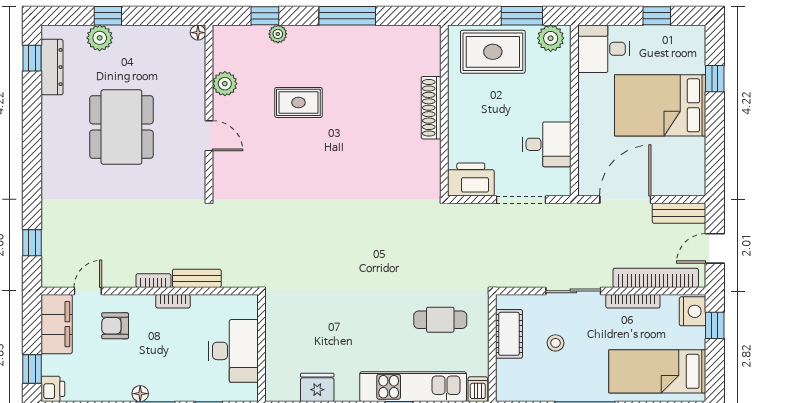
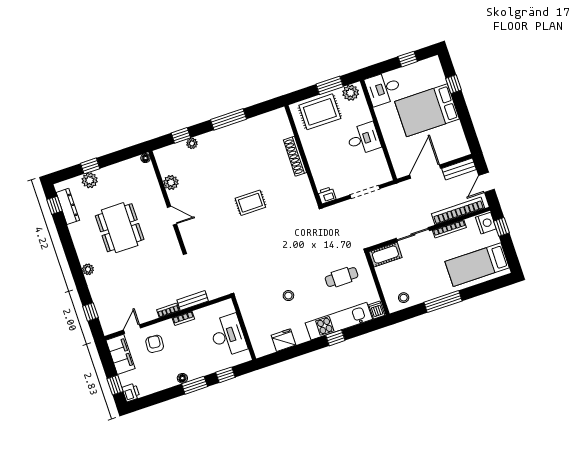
rug: (298, 102) -> (250, 203), moved
desk: (547, 144) -> (364, 139), moved
plant: (51, 175) -> (88, 269), added
printer: (471, 180) -> (327, 195), width x0.53, depth x0.68
stool: (348, 321) -> (288, 296), added
armchair: (115, 326) -> (155, 344), turned 95
cot: (509, 334) -> (385, 255), moved, turned 90
stool: (555, 343) -> (404, 298), moved

